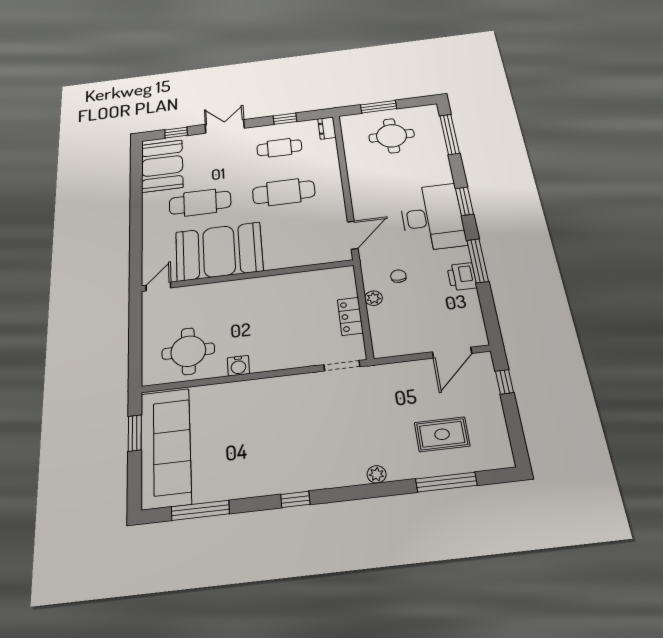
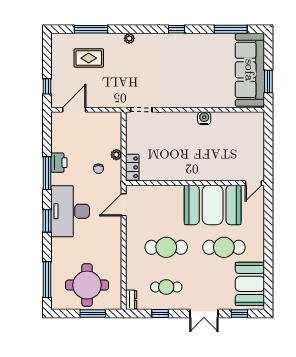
round table: (392, 136) -> (87, 285), width x1.36, depth x1.36
locker: (350, 316) -> (132, 167), moved
round table: (188, 351) -> (235, 133), removed

